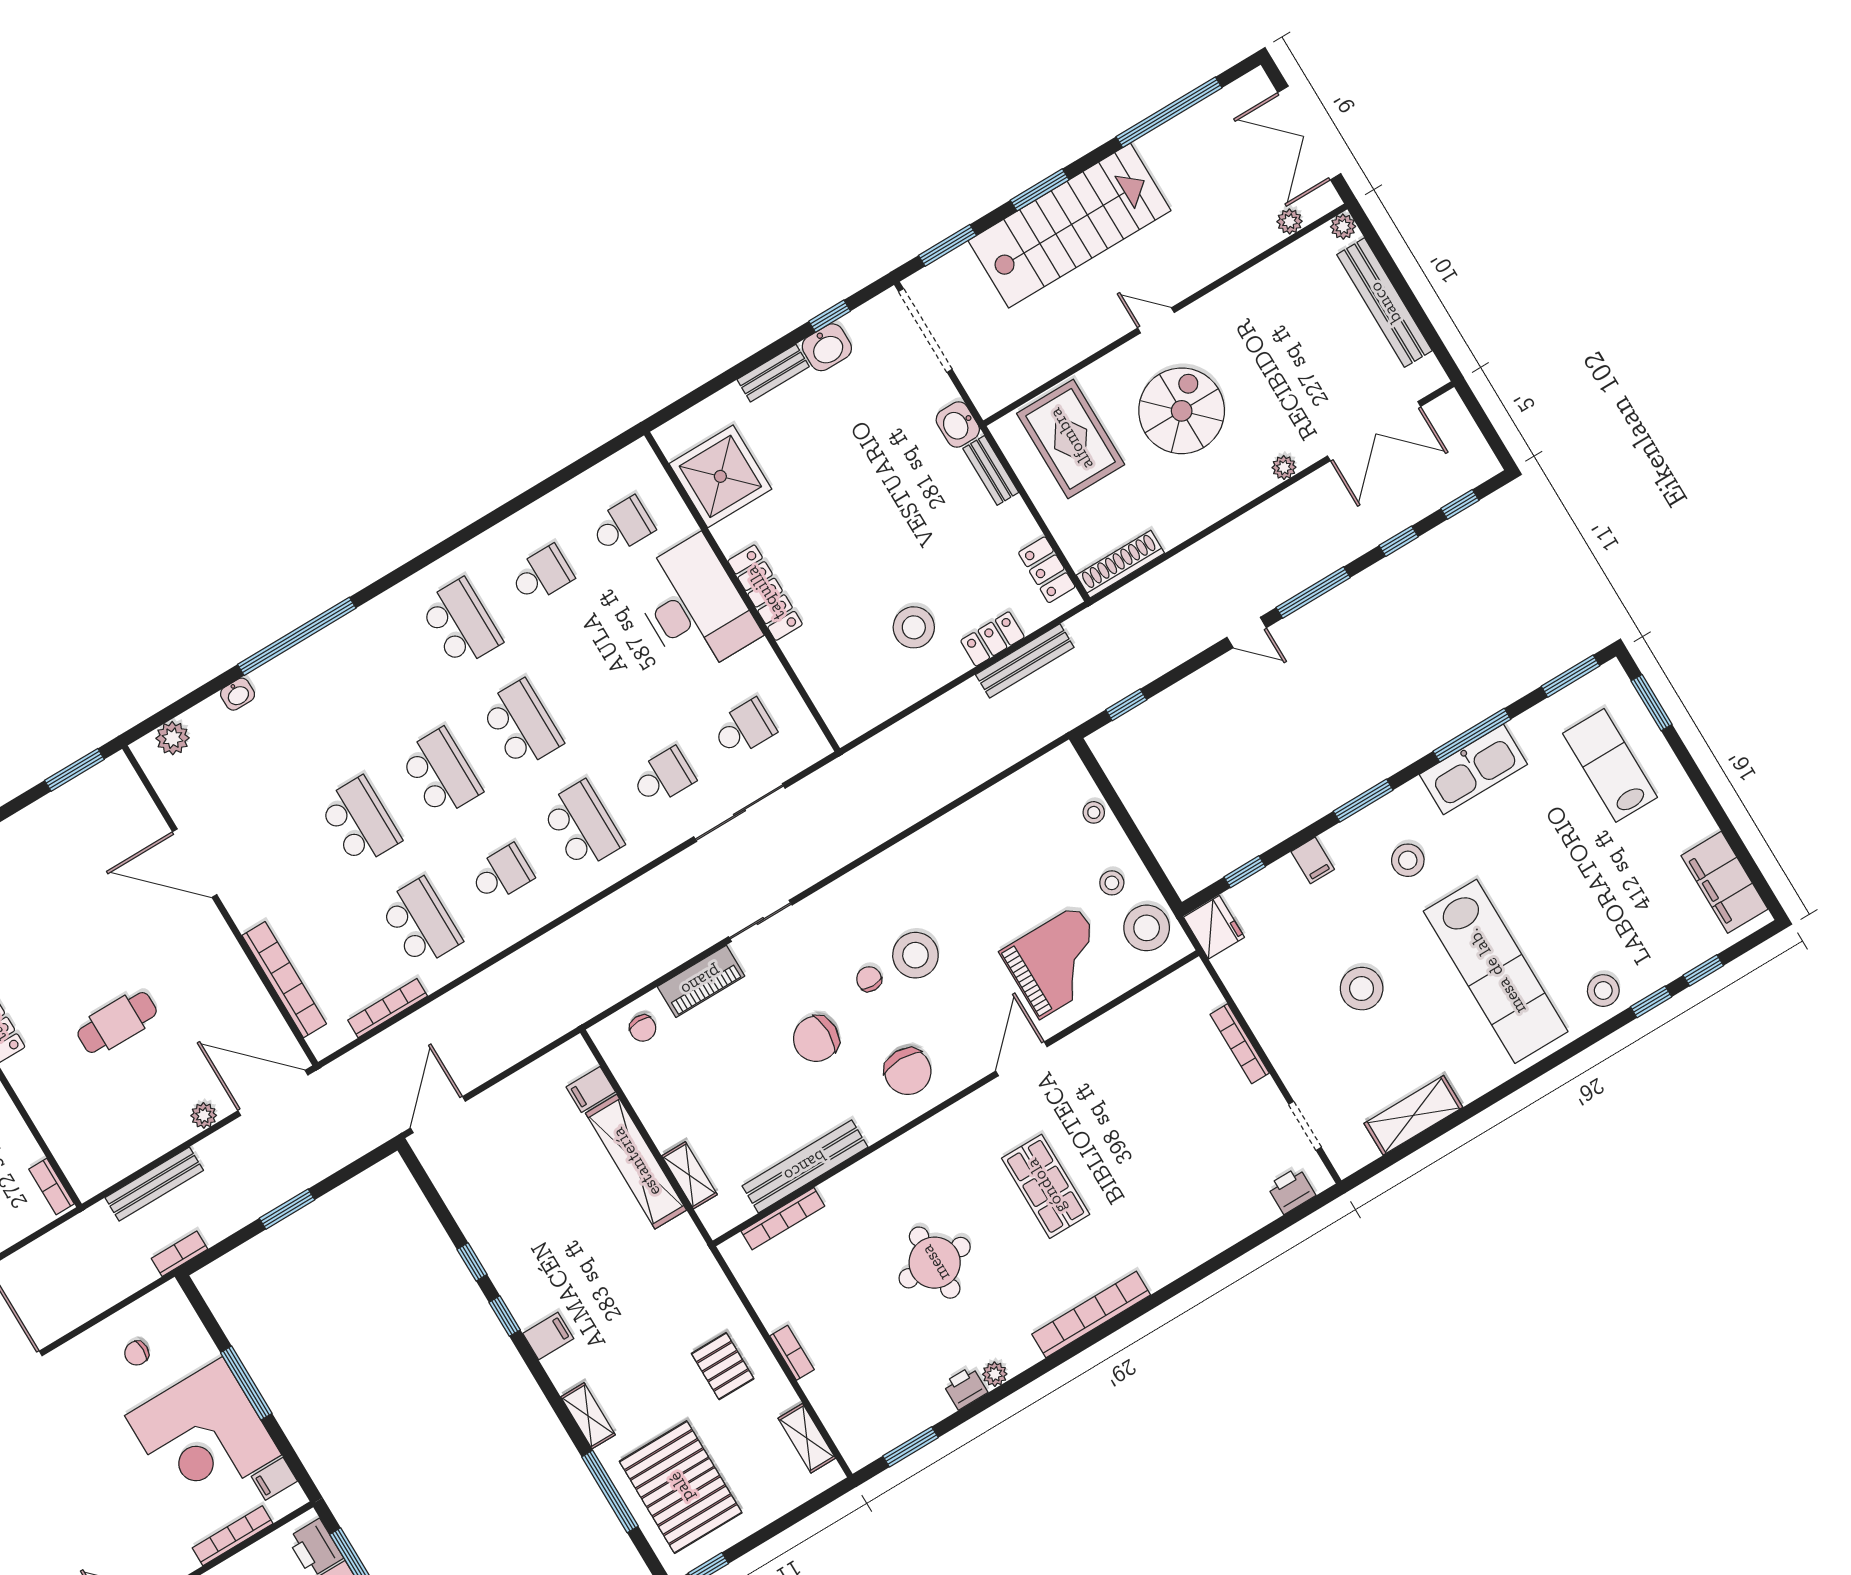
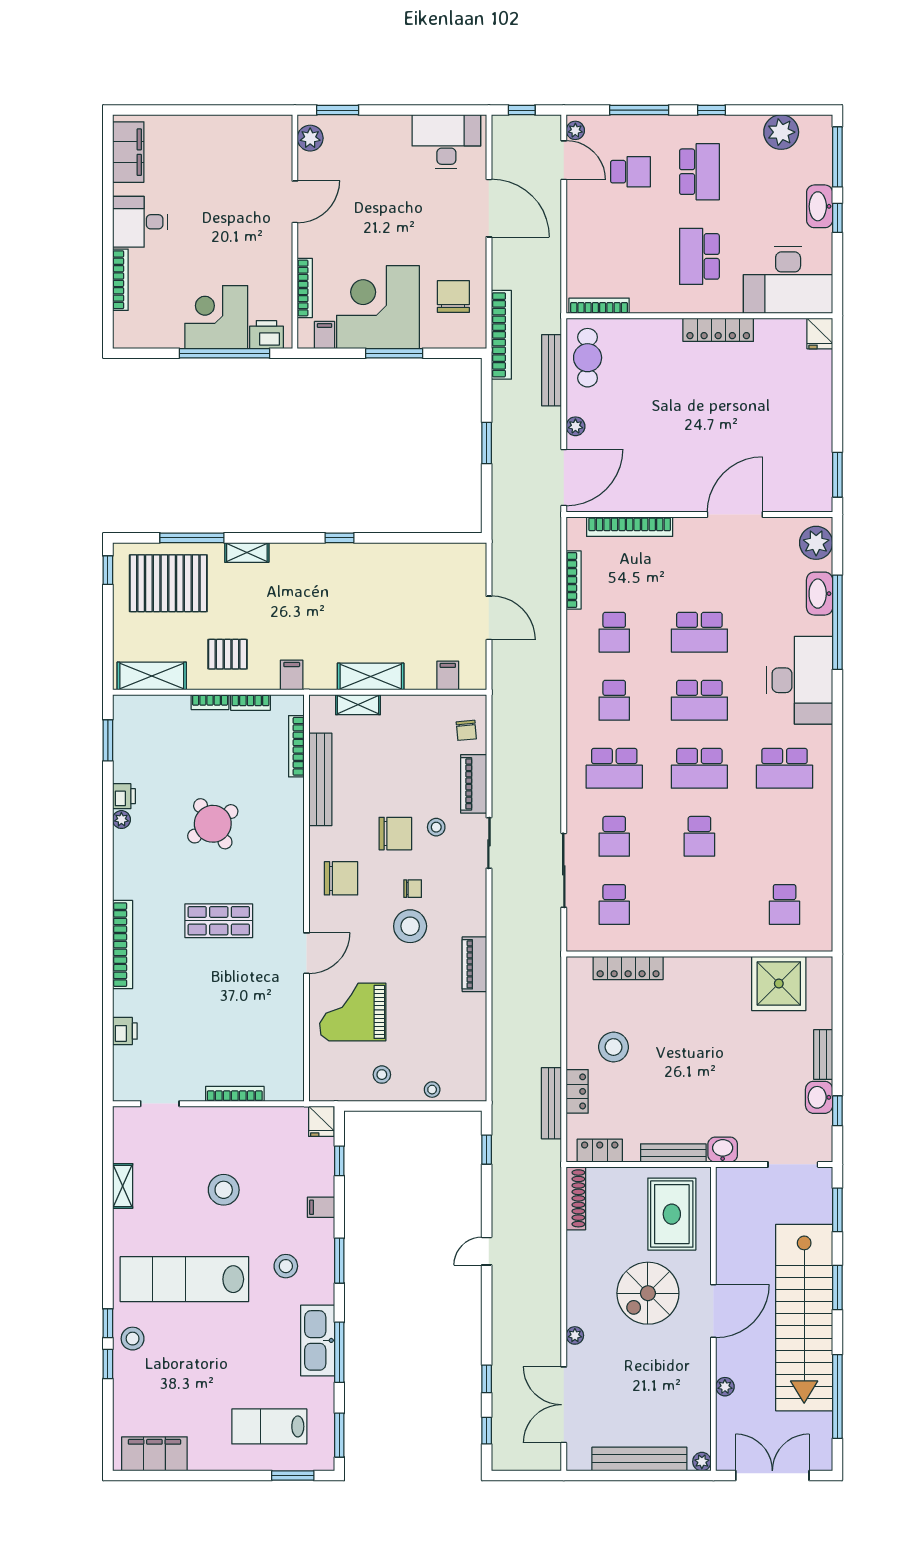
plant: (1290, 221) -> (725, 1387), moved
stairs: (1070, 226) -> (804, 1318), width x1.36
door: (1156, 320) -> (713, 1311), width x1.87
doorway: (925, 330) -> (793, 1164), width x0.73
spiral stairs: (1182, 411) -> (648, 1293), turned 90
rug: (1071, 439) -> (672, 1214), turned 90
bench: (991, 470) -> (673, 1153), width x1.36
school desk: (542, 575) -> (699, 836), moved
locker: (765, 593) -> (628, 968), moved
window: (1313, 593) -> (487, 1307), removed
desk: (694, 606) -> (800, 680), moved, turned -90
window: (297, 636) -> (837, 622), moved
washbasin: (238, 694) -> (820, 594), width x1.91, depth x1.45
plant: (173, 738) -> (816, 543), width x1.36, depth x1.36
lab bench: (1610, 765) -> (269, 1426), turned 180
piano: (915, 852) -> (474, 964), added
school desk: (421, 923) -> (614, 632), width x0.54
fridge: (1214, 927) -> (321, 1121), width x0.72
stool: (1147, 928) -> (436, 827), moved, width x0.53, depth x0.53
grand piano: (1058, 962) -> (353, 1012), turned 90
window: (1703, 970) -> (108, 1323), moved
cafe table: (117, 1022) -> (588, 358), moved
chair: (643, 1028) -> (466, 730), turned -94
chair: (816, 1039) -> (395, 834), turned 90
door: (1021, 1059) -> (307, 953), hinge flipped
chair: (908, 1071) -> (341, 878), turned 180
door: (438, 1115) -> (489, 618), moved
shelving: (1413, 1115) -> (123, 1186), width x0.67, depth x0.75
shelving: (636, 1162) -> (371, 677), width x0.68
bookcase: (51, 1186) -> (599, 306), width x1.56
printer: (1291, 1190) -> (125, 1031), moved
bookcase: (180, 1254) -> (501, 335), width x2.31, depth x1.31
window: (472, 1262) -> (385, 538), removed
round table: (935, 1263) -> (213, 824), turned -34
bookcase: (764, 1304) -> (251, 702), added
bookcase: (1091, 1314) -> (123, 945), moved
filing cabinet: (548, 1336) -> (292, 675), moved, turned 180
chair: (137, 1353) -> (453, 296), width x1.87, depth x1.87
shelving: (807, 1438) -> (152, 676), width x1.50, depth x1.33

